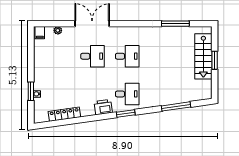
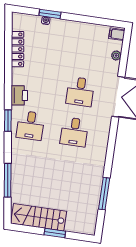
stairs: (203, 56) -> (39, 217), moved

